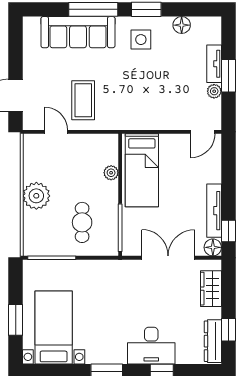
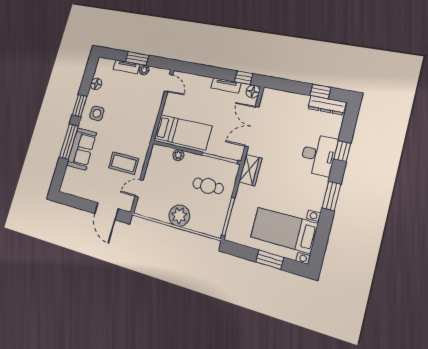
sofa: (78, 32) -> (82, 149), width x0.73
tv unit: (214, 211) -> (226, 85), width x0.71
wardrobe: (211, 289) -> (250, 170), moved, turned -90

